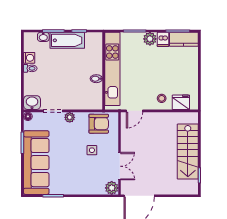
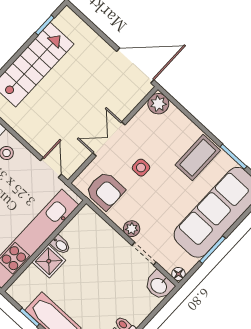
shower: (95, 66) -> (49, 261), added
door: (134, 111) -> (51, 167), hinge flipped
armchair: (99, 124) -> (105, 191), turned 180
double door: (120, 166) -> (109, 139), moved
coffee table: (70, 180) -> (198, 158), added

